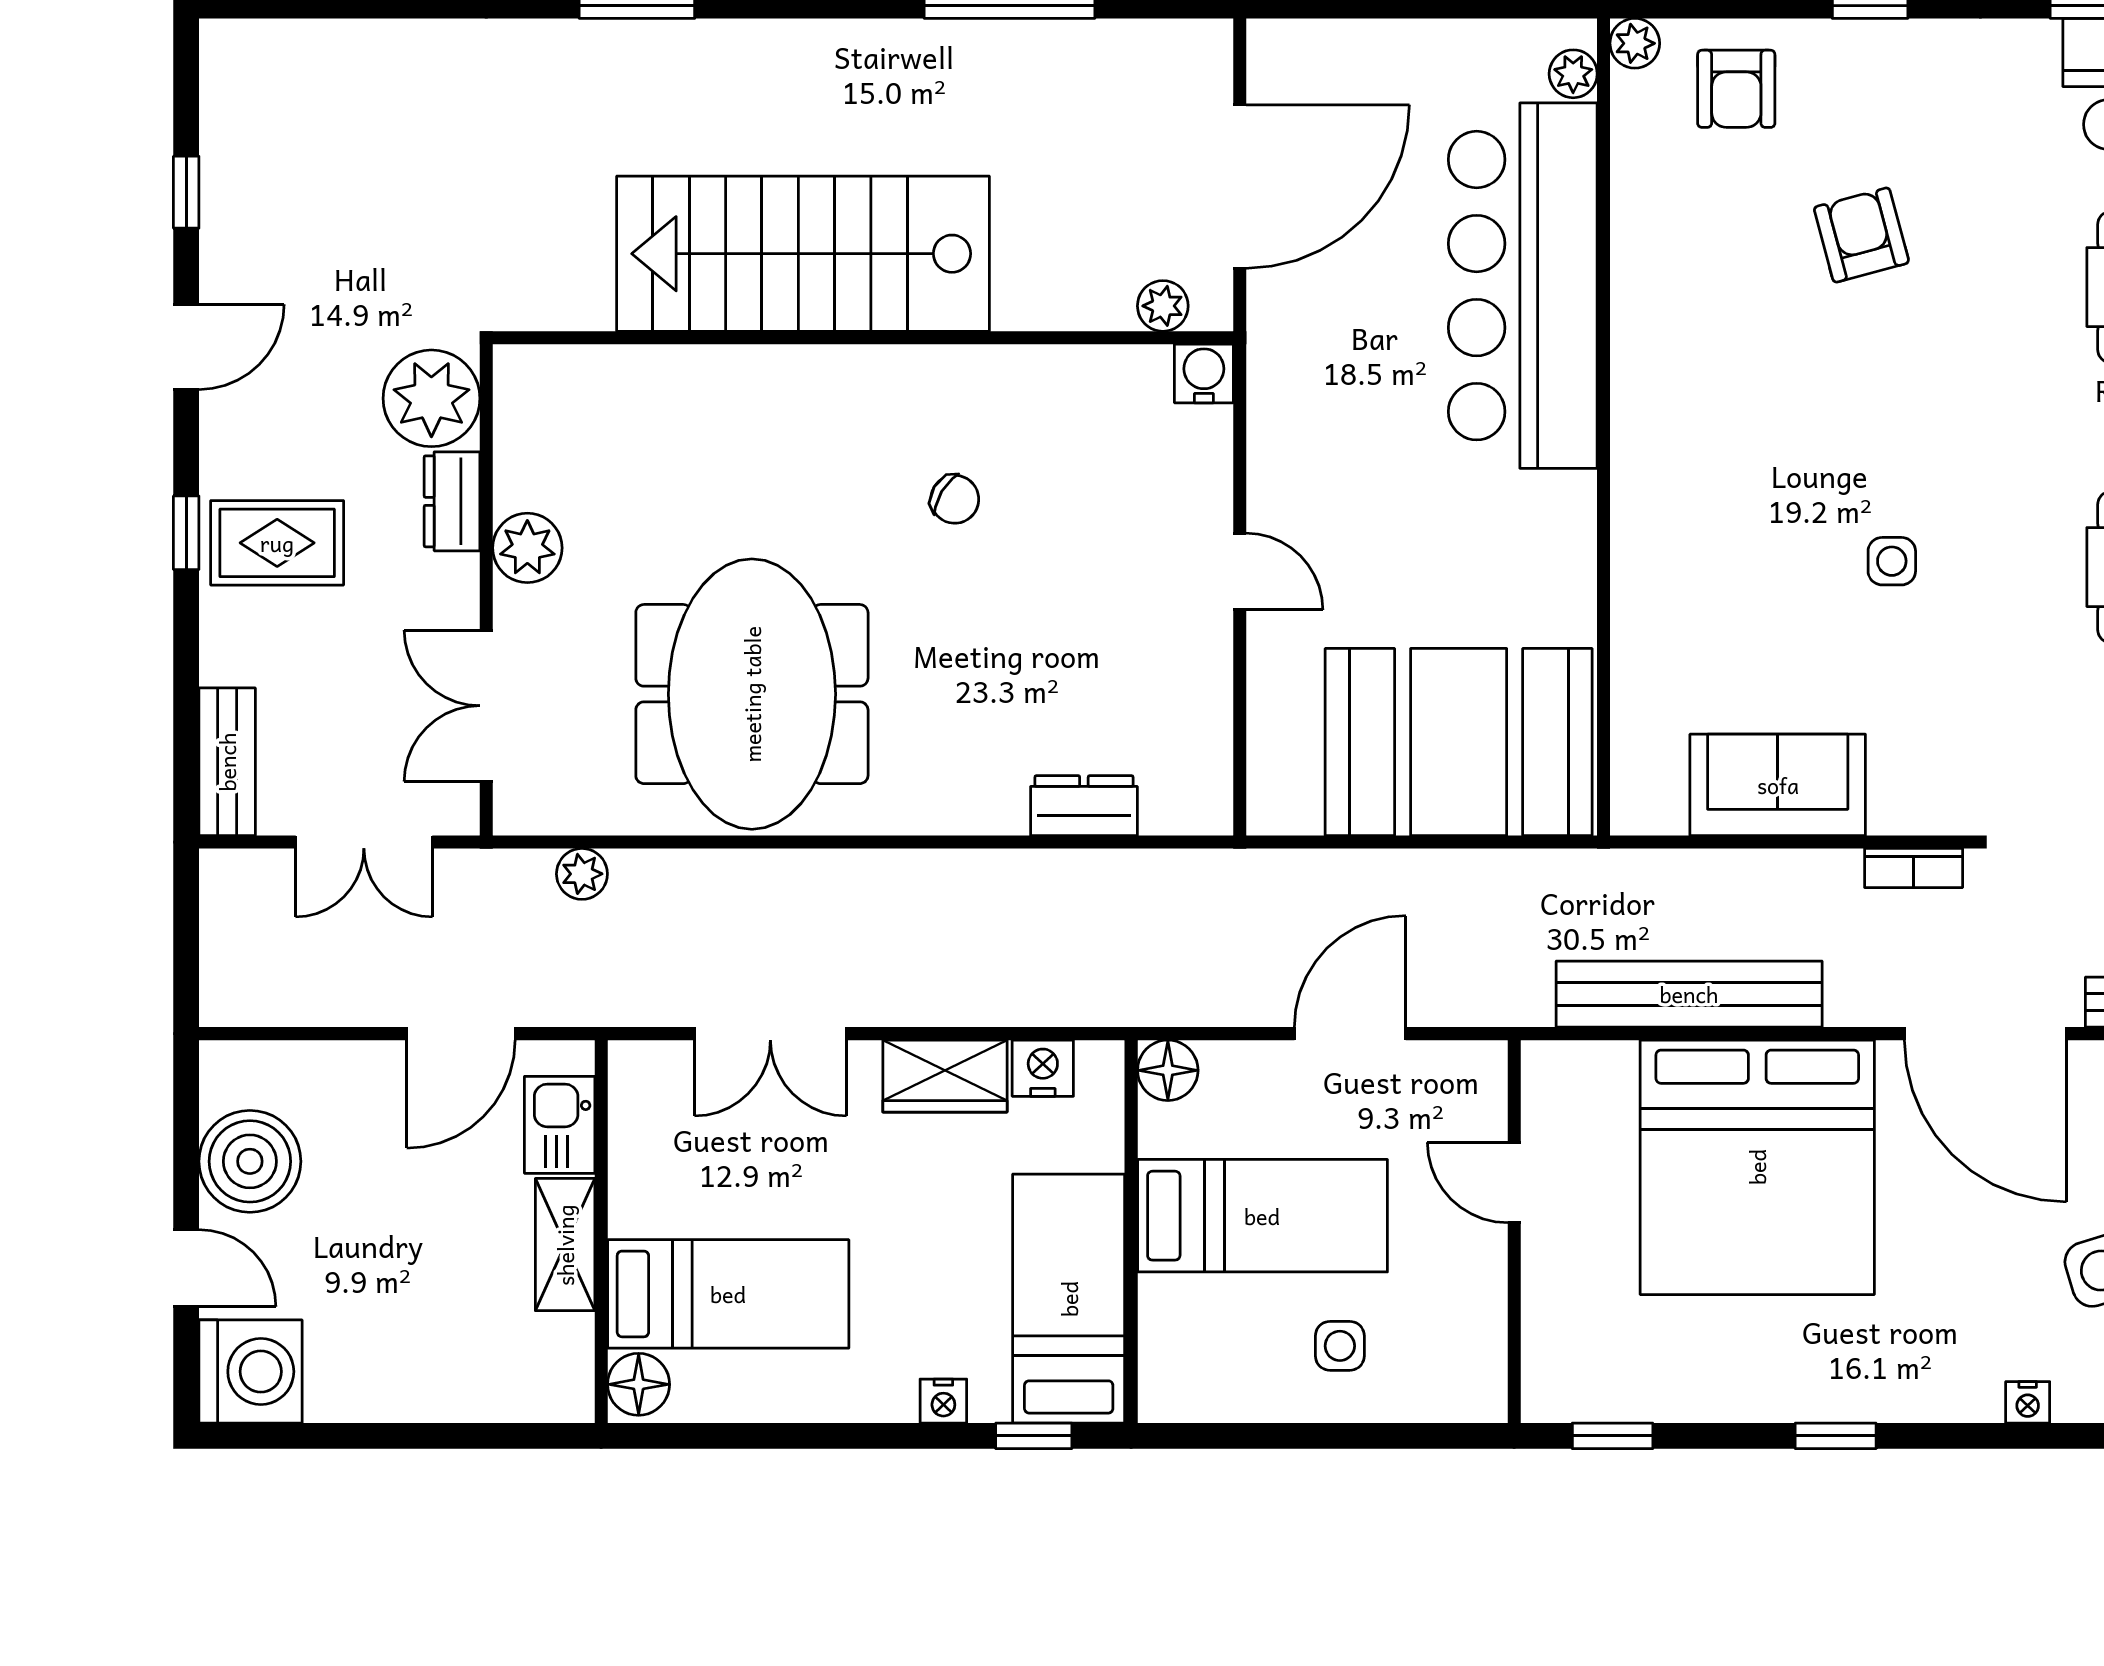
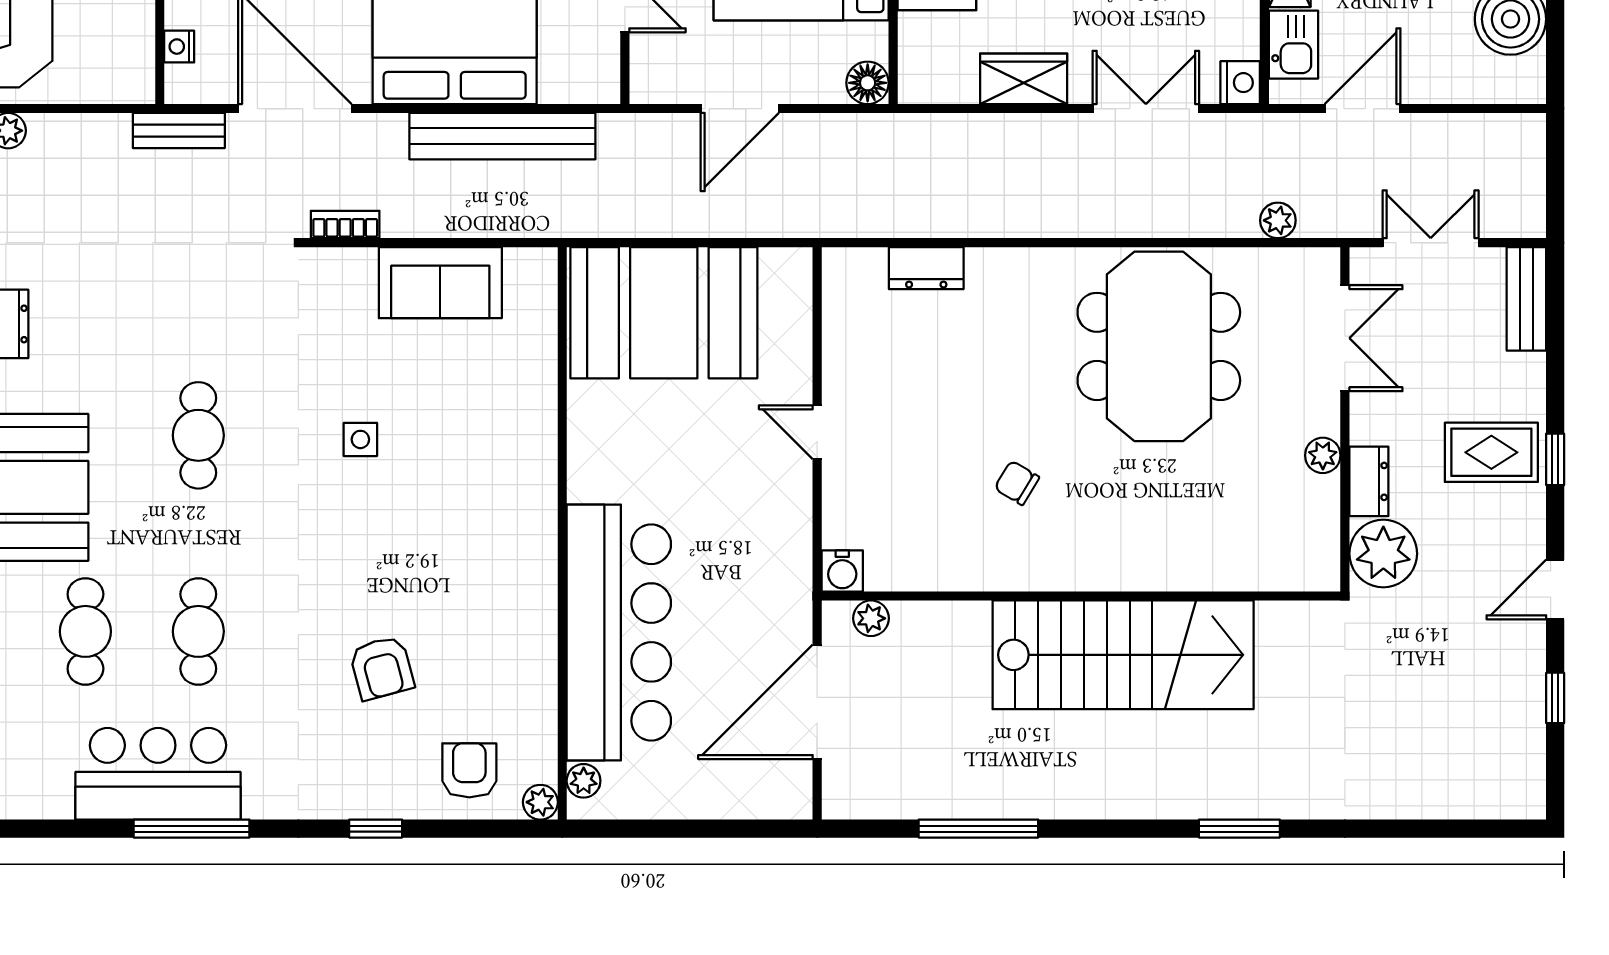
plant: (527, 548) -> (1323, 455), width x0.73, depth x0.73
nightstand: (1043, 1068) -> (1240, 83), moved, turned -90

